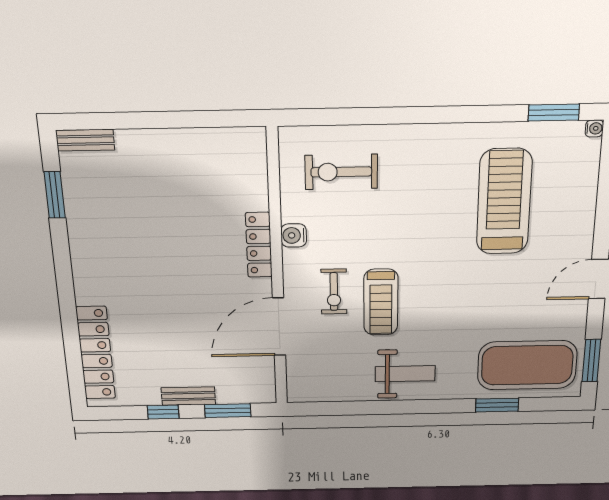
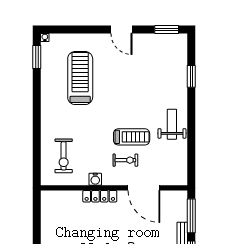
treadmill: (504, 202) -> (80, 78), turned 90
exercise mat: (527, 365) -> (168, 62), removed
window: (228, 411) -> (191, 216), width x1.44

